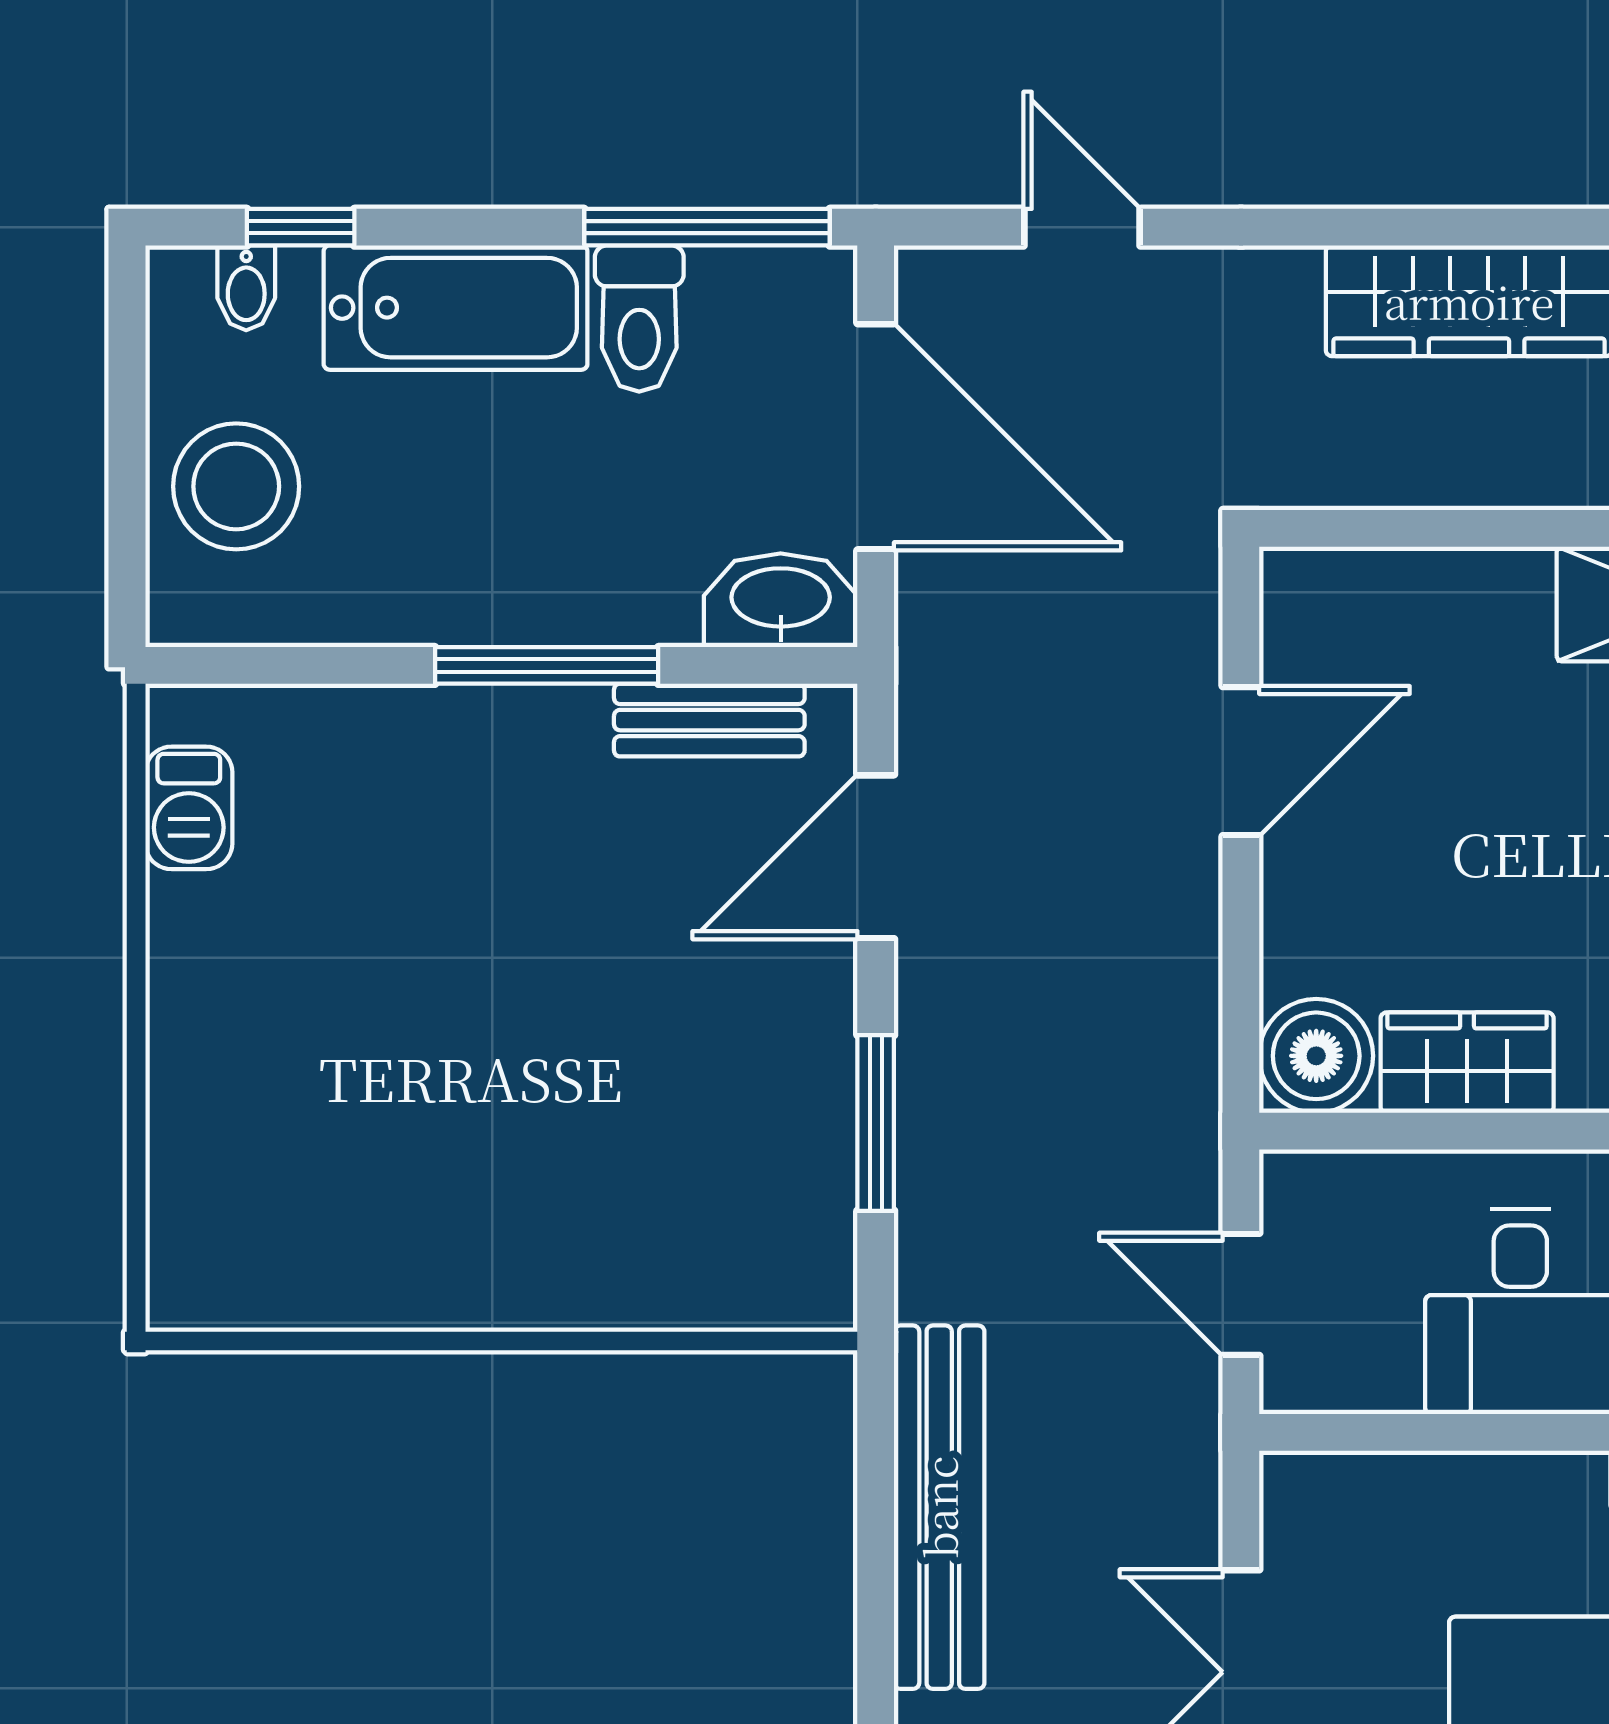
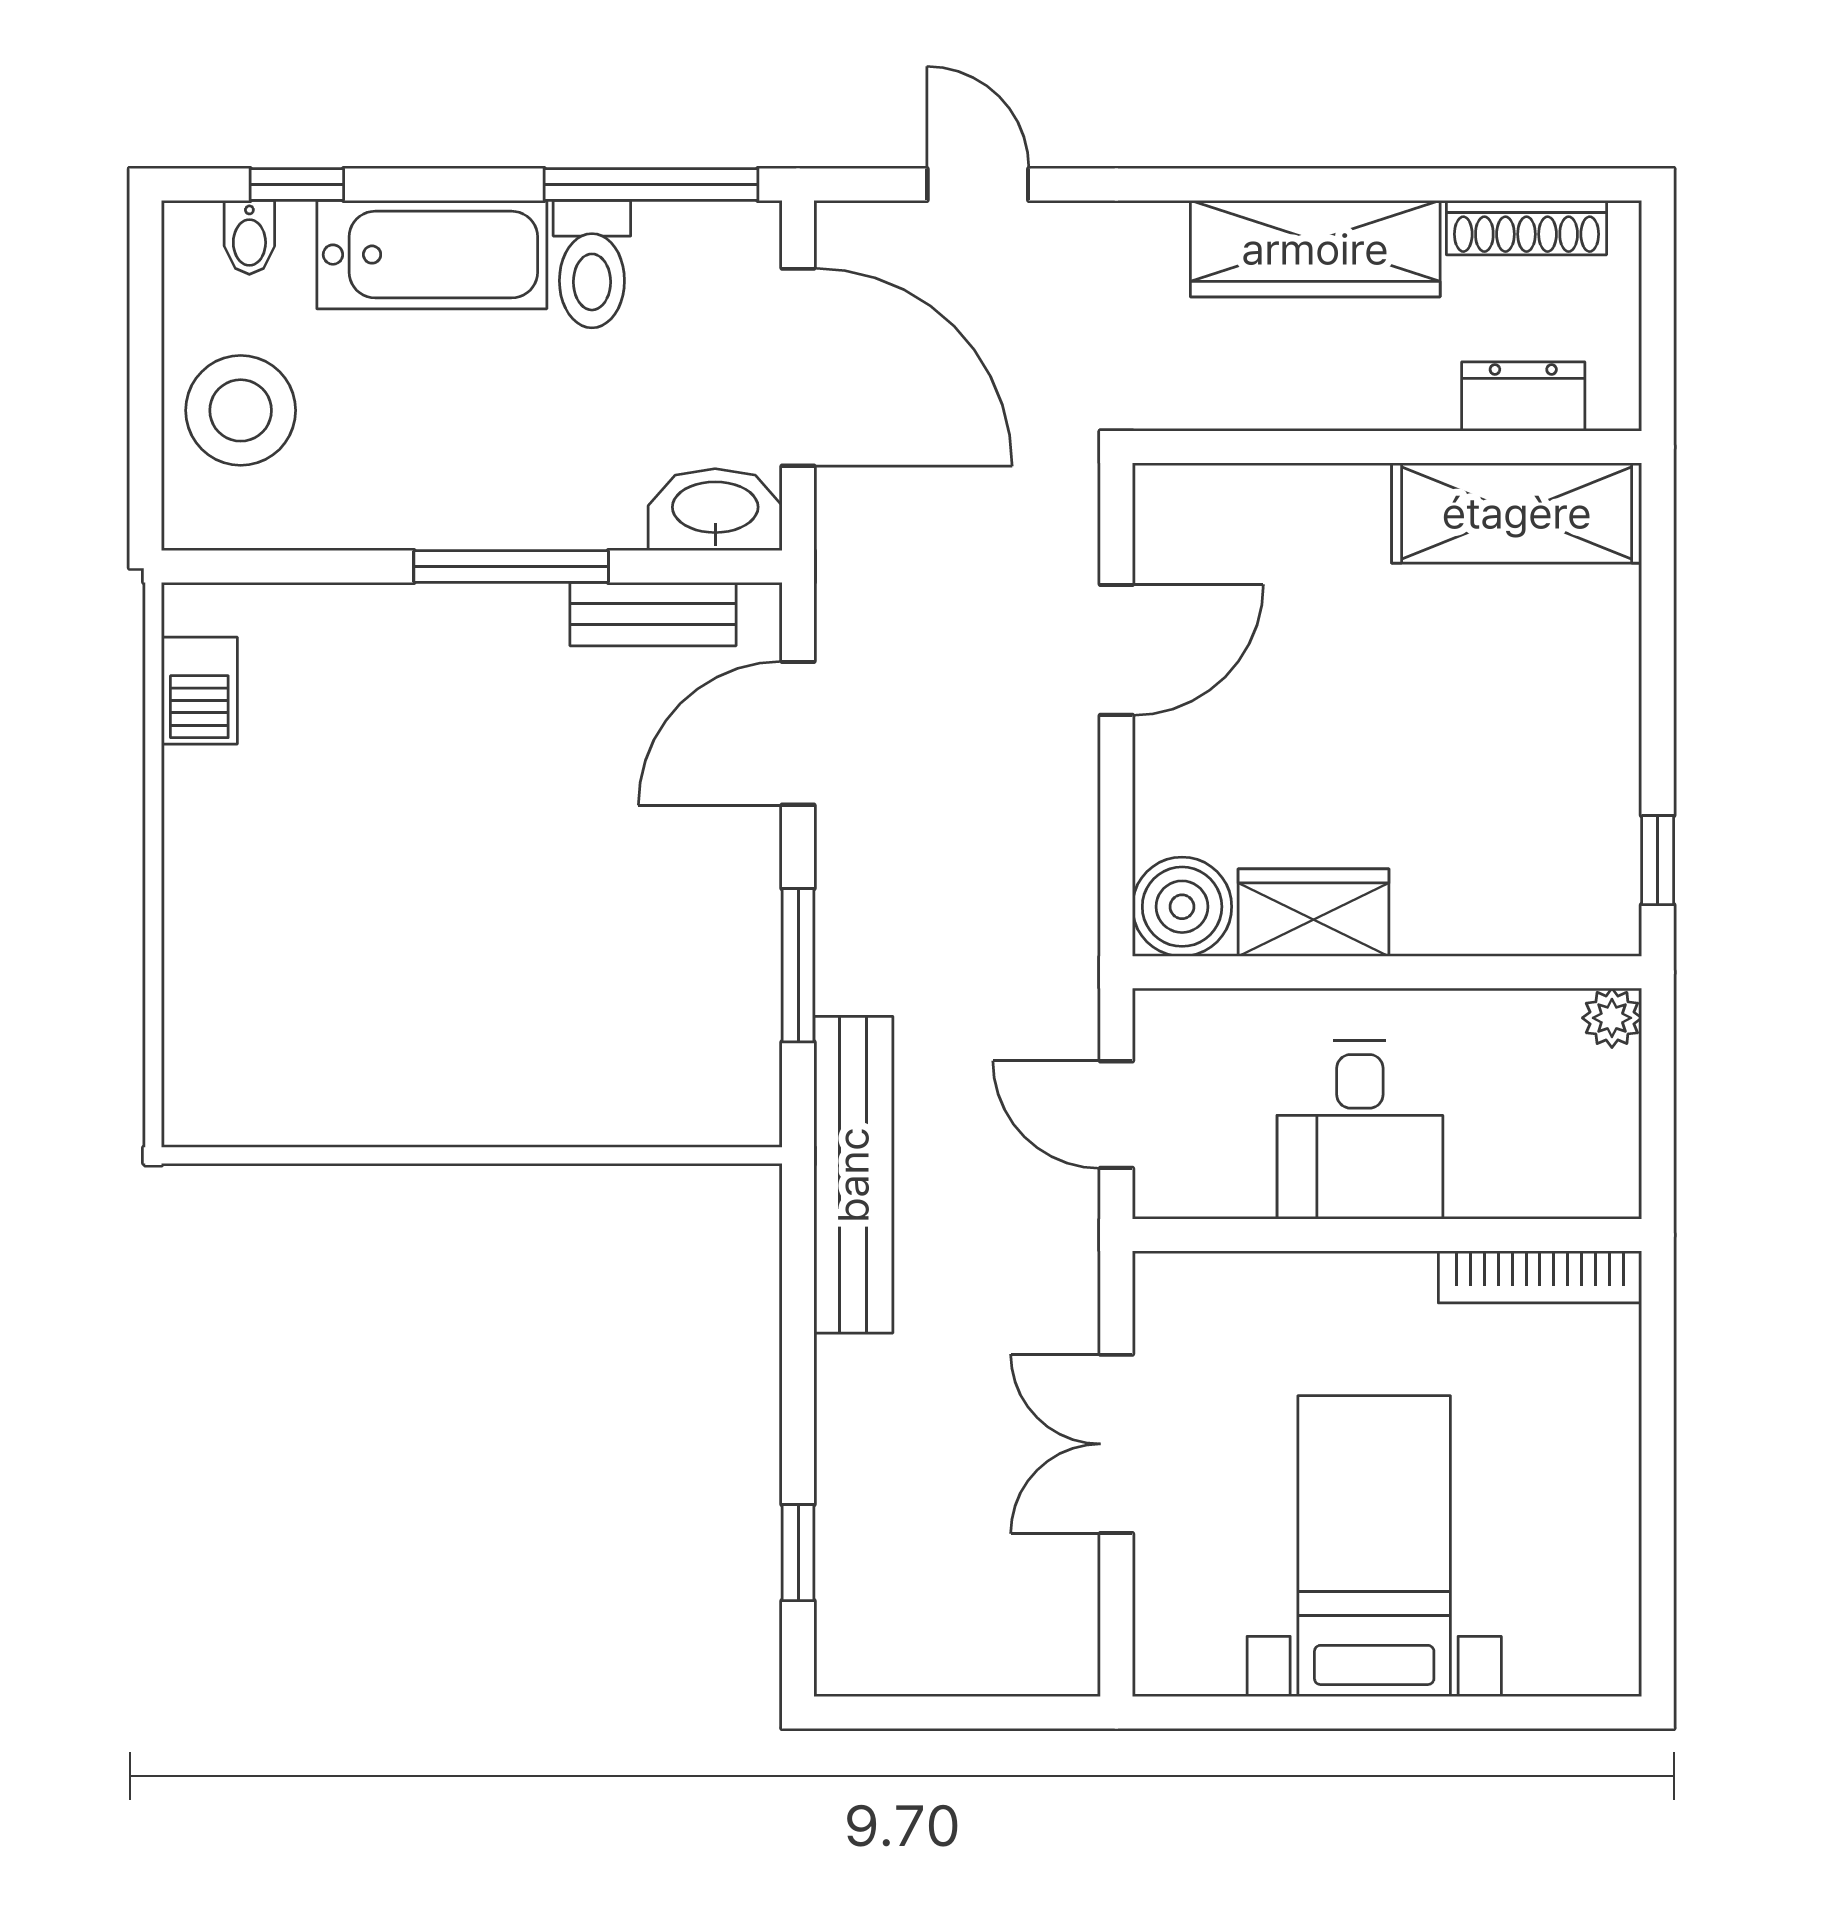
bench: (939, 1507) -> (853, 1175), moved

